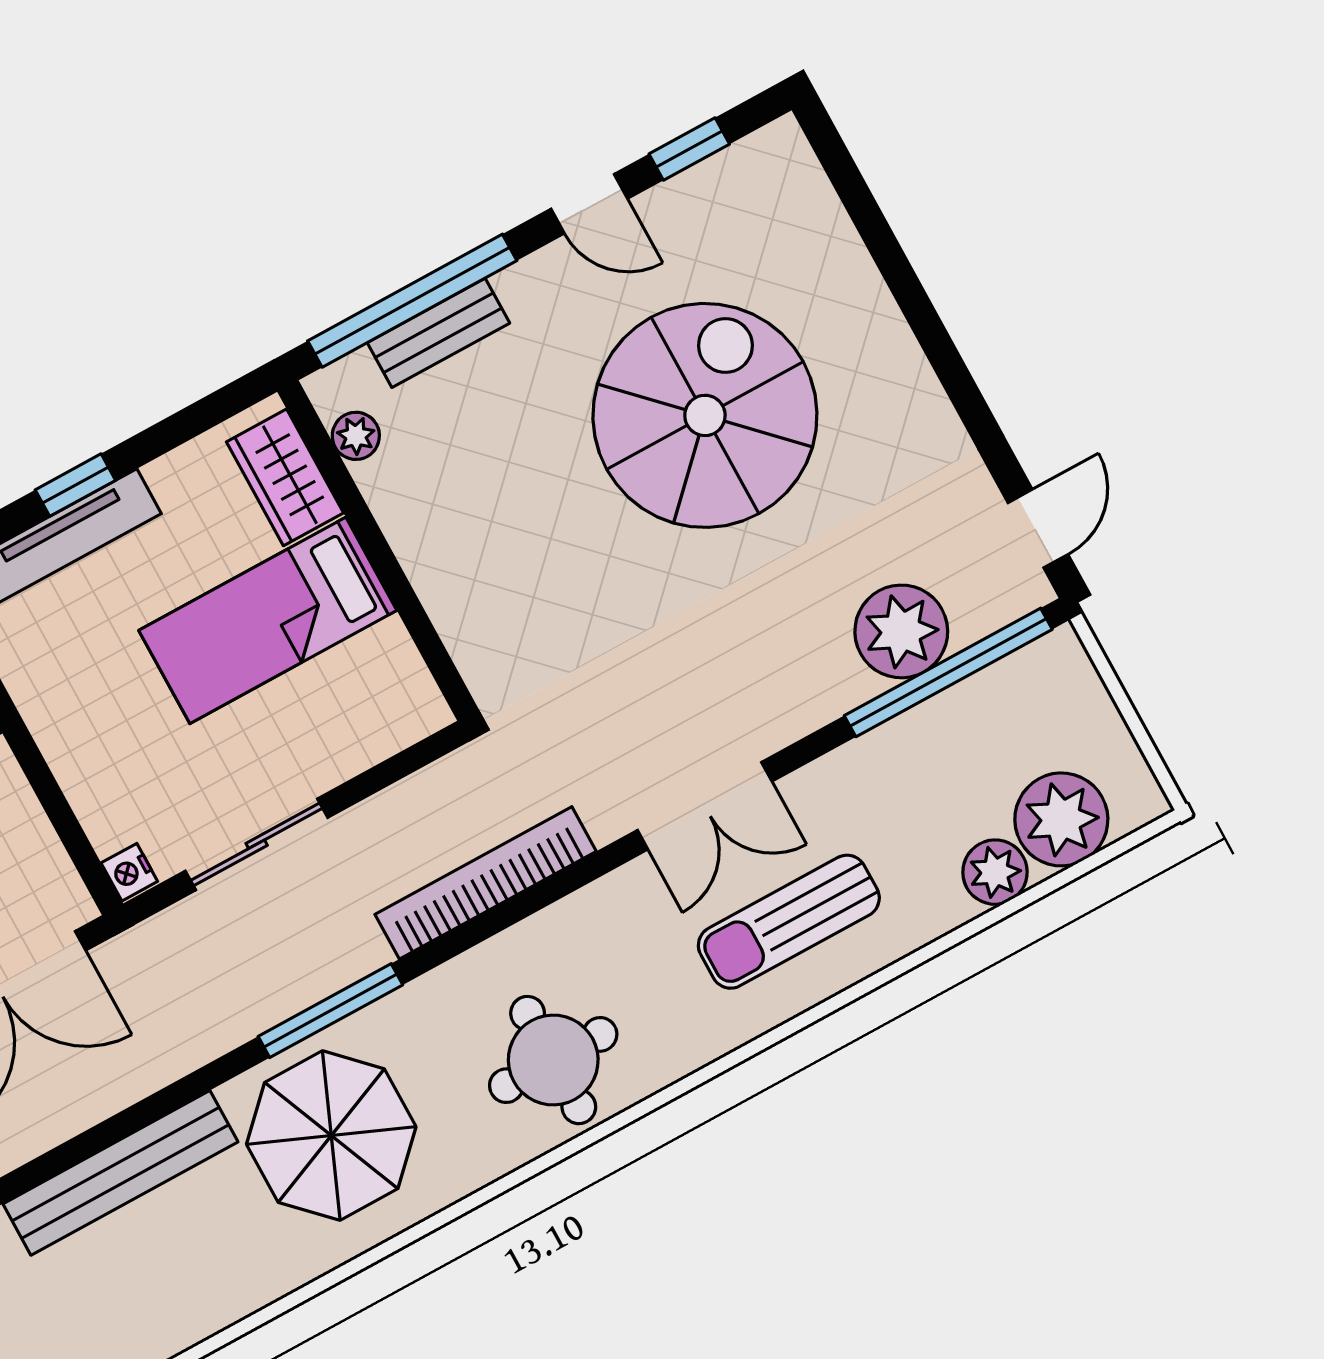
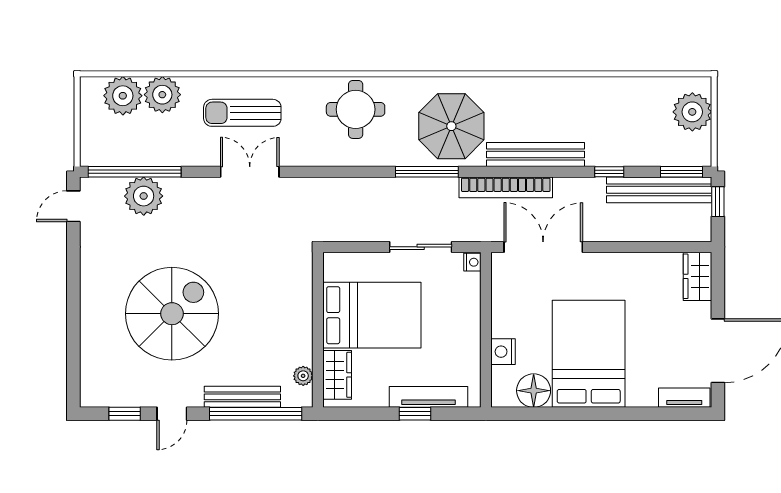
door: (589, 204) -> (172, 414), swing flipped
bench: (438, 333) -> (242, 397), width x1.36
spiral stairs: (705, 415) -> (172, 314), turned 180
bed: (268, 620) -> (372, 315), width x1.50
plant: (995, 872) -> (162, 95), width x1.36, depth x1.36
bookcase: (486, 883) -> (506, 187), moved
sun lounger: (789, 922) -> (242, 113), turned 180

